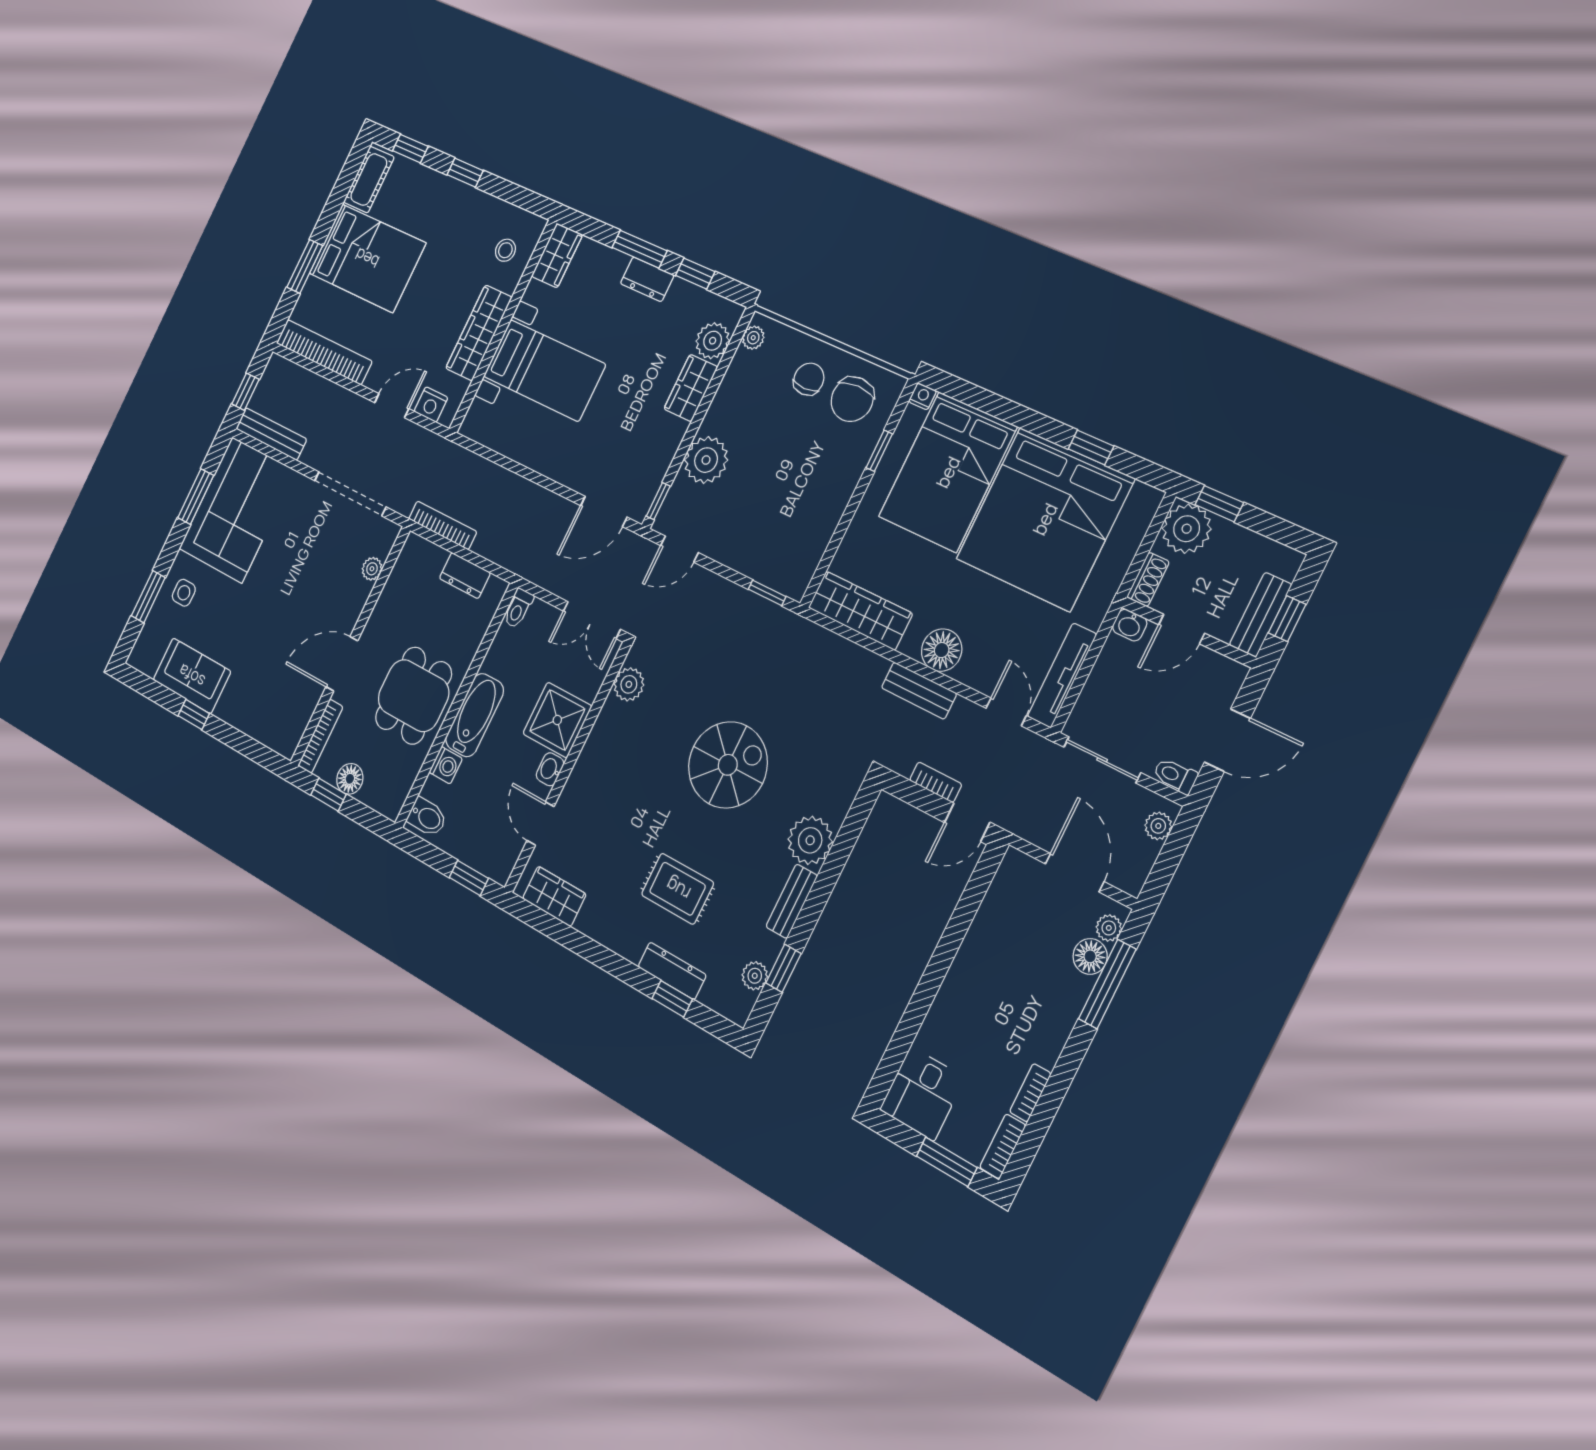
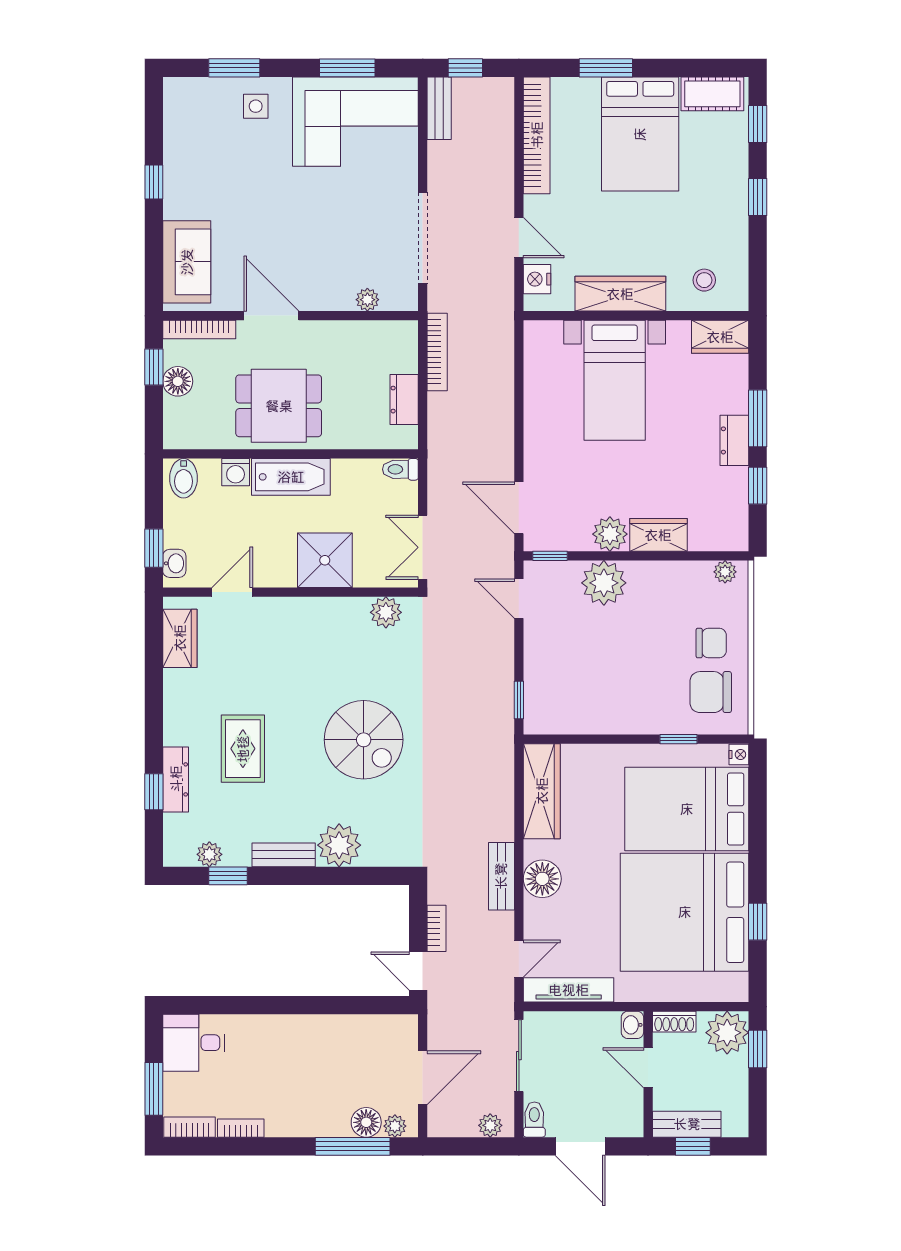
plant: (713, 341) -> (610, 534), moved
bench: (271, 434) -> (439, 108), width x0.73
sofa: (192, 676) -> (187, 262), moved
washbasin: (550, 769) -> (174, 563), moved, turned 90

